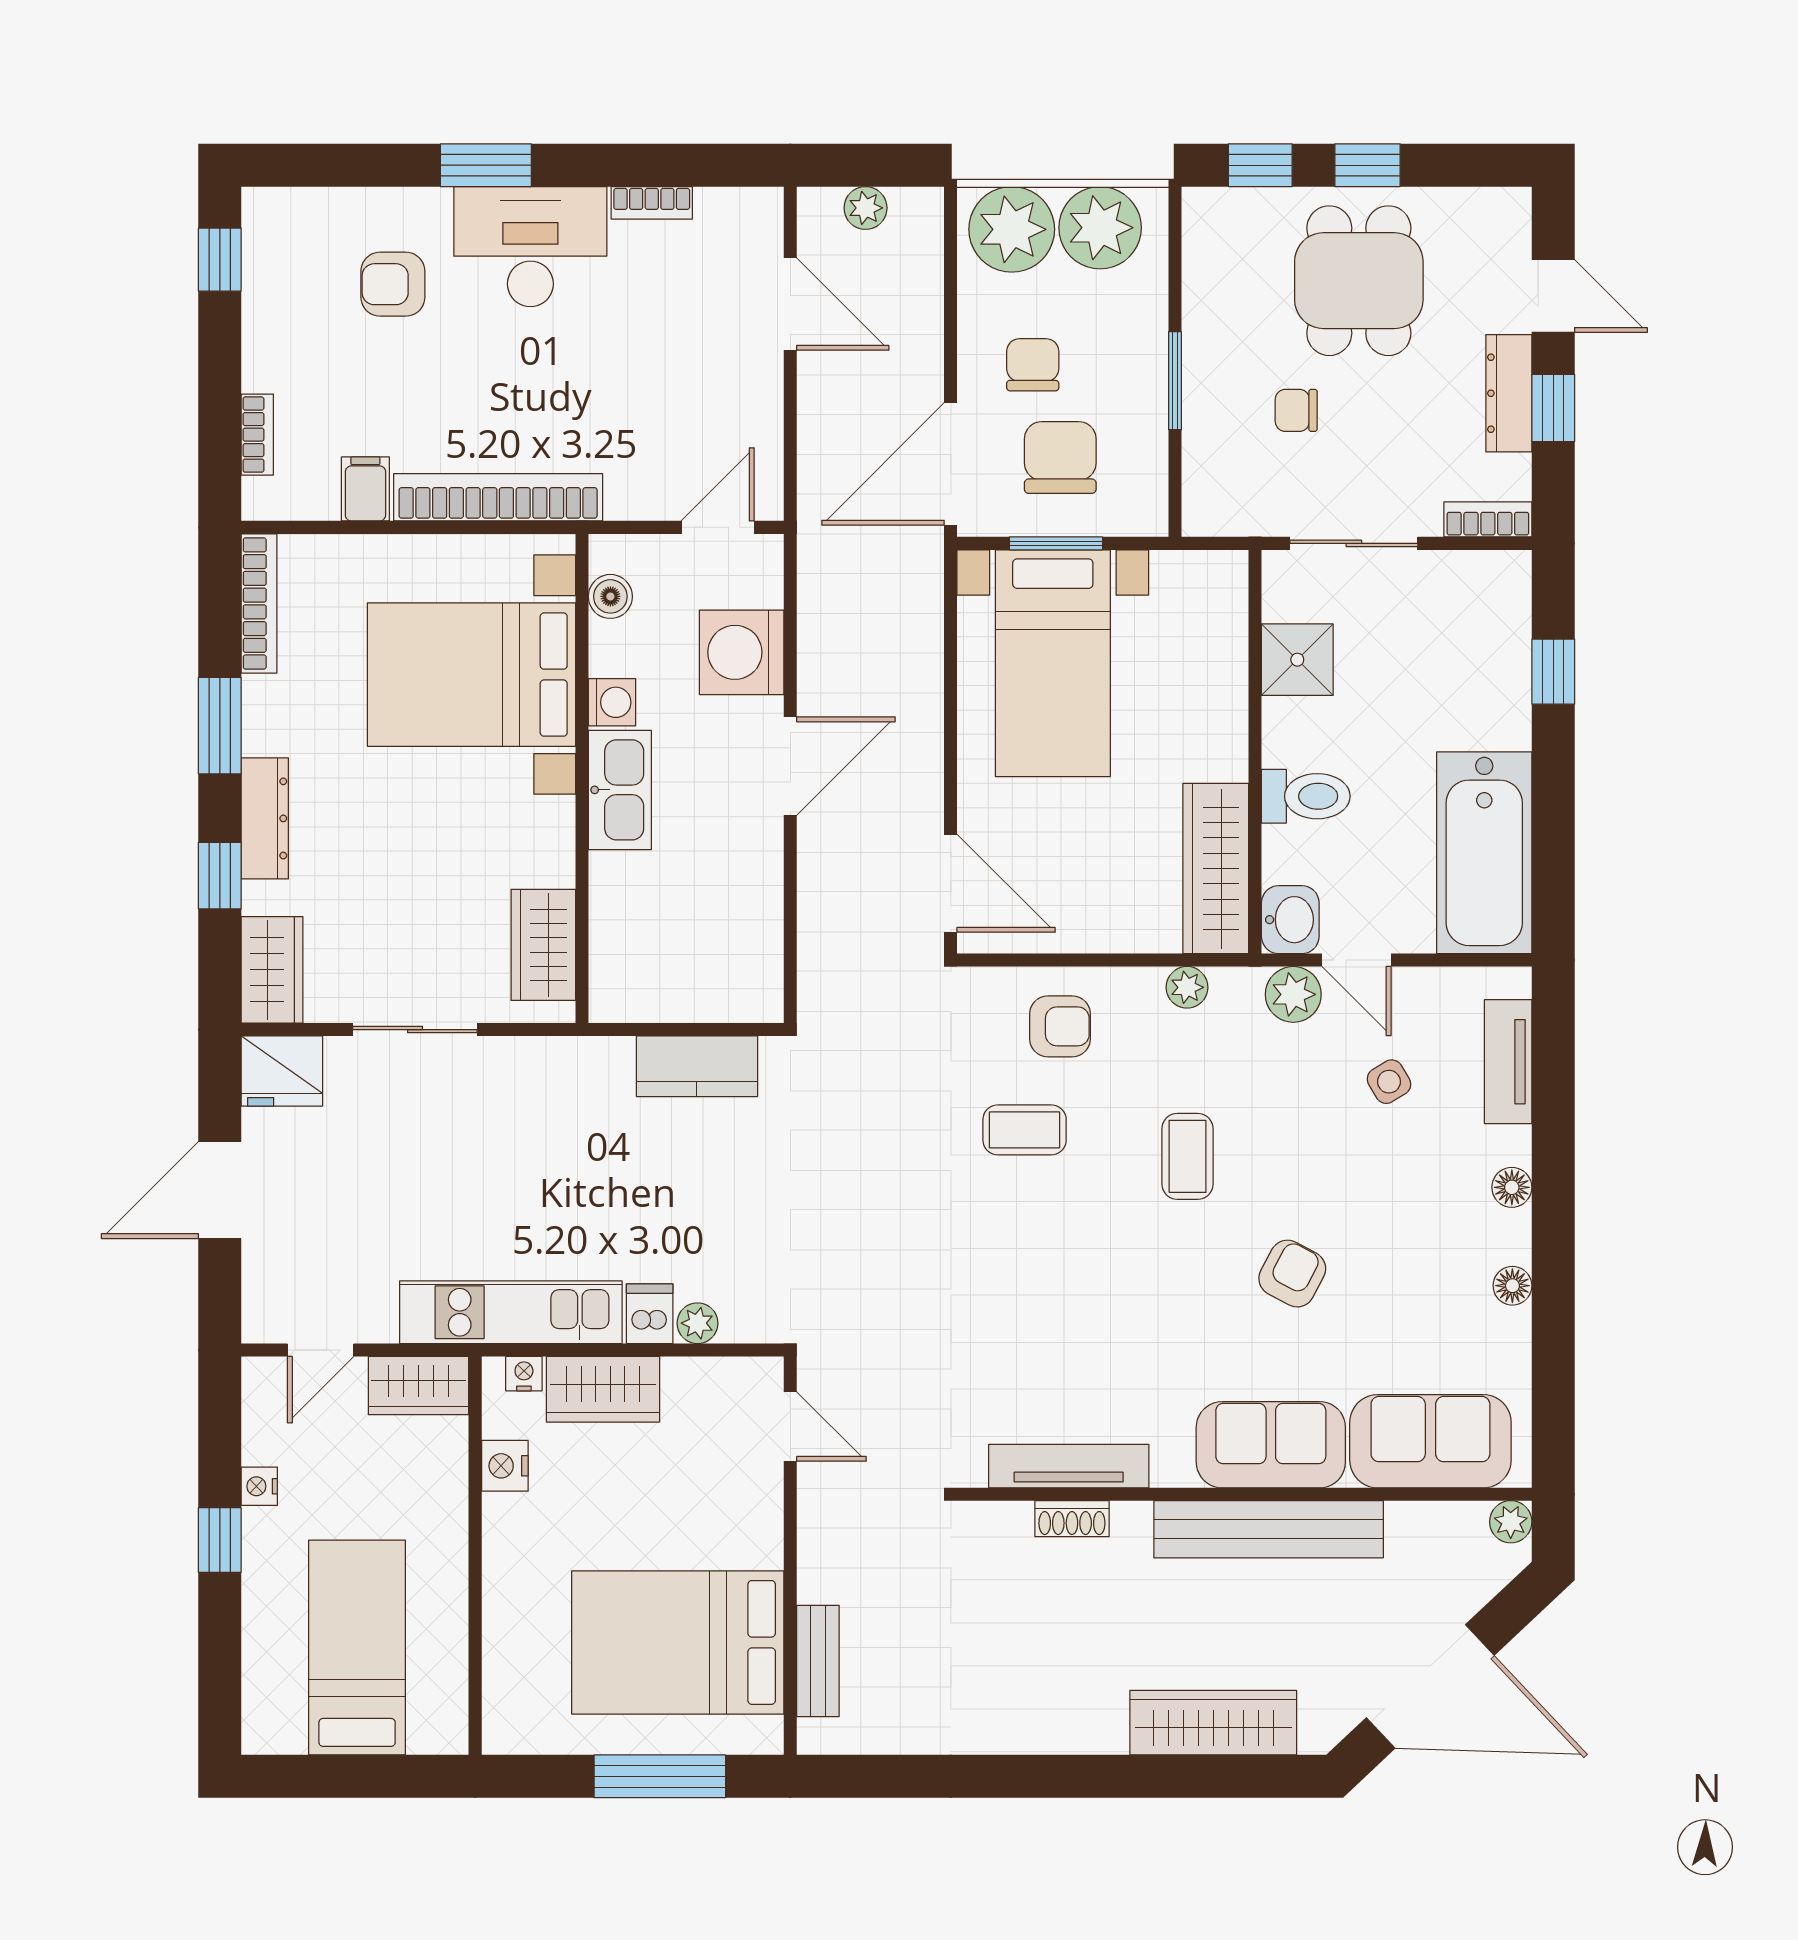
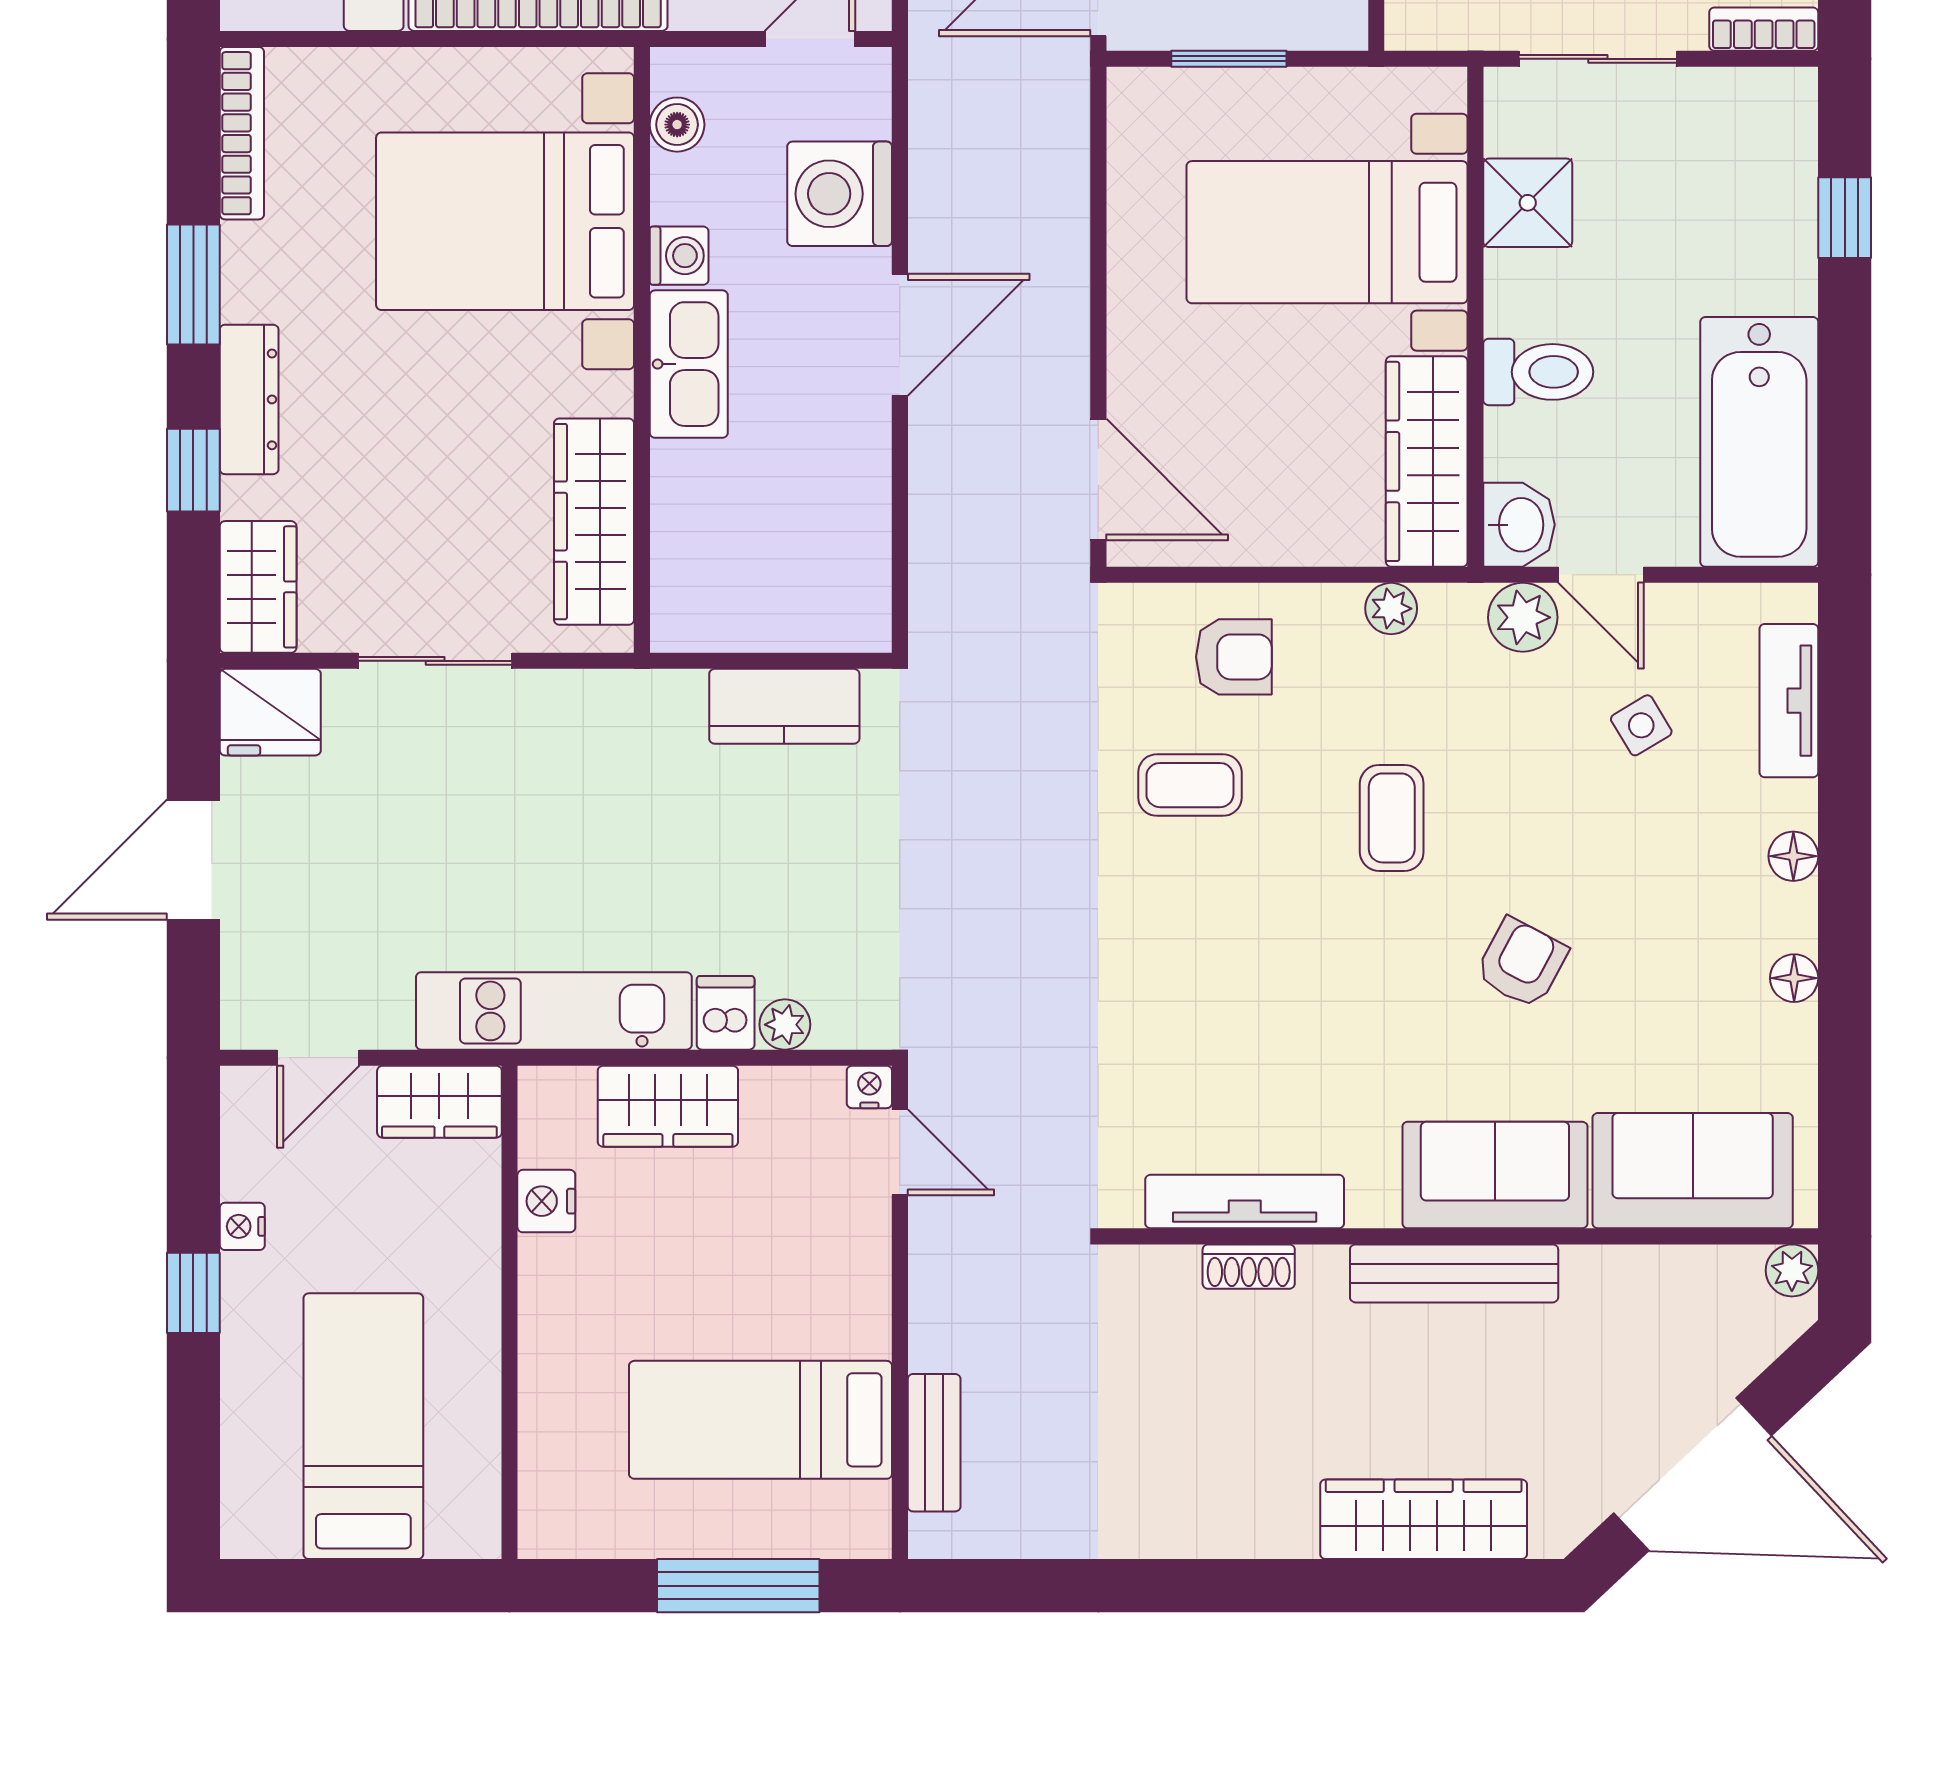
bed with nightstands: (1053, 663) -> (1327, 232), moved, turned 90
wardrobe: (543, 945) -> (594, 522), width x1.50
nightstand: (524, 1374) -> (869, 1087), moved
bench: (1269, 1529) -> (1454, 1273), width x0.73, depth x0.82
bed: (678, 1642) -> (761, 1420), width x0.67

